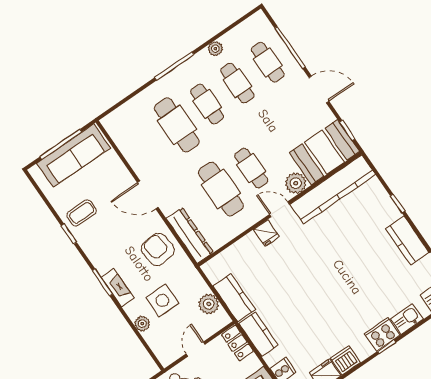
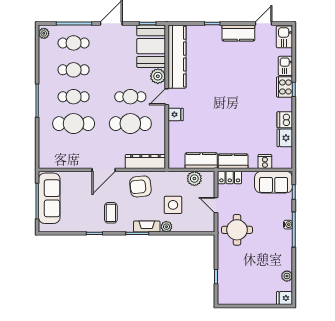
plant: (215, 49) -> (44, 33), moved
coffee table: (82, 213) -> (111, 213), moved
plant: (142, 324) -> (166, 227), moved

